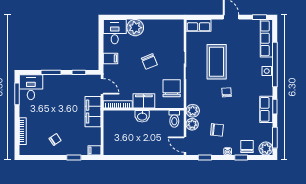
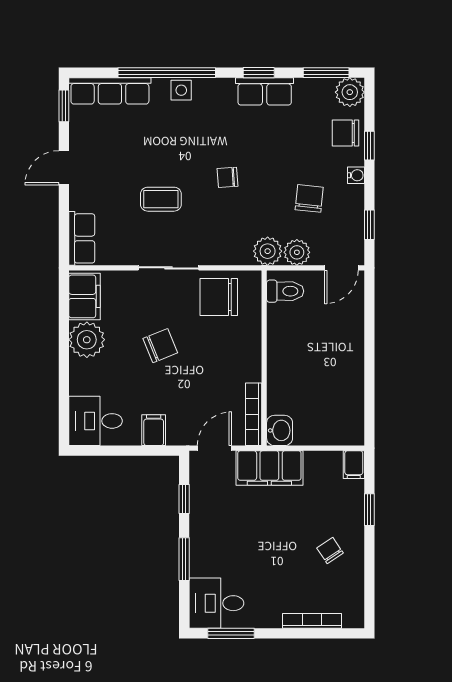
plant: (135, 28) -> (87, 340), moved
coffee table: (217, 62) -> (161, 199), width x0.54, depth x0.58
filing cabinet: (144, 101) -> (84, 296), moved, turned 180
washbasin: (142, 116) -> (280, 430), moved

